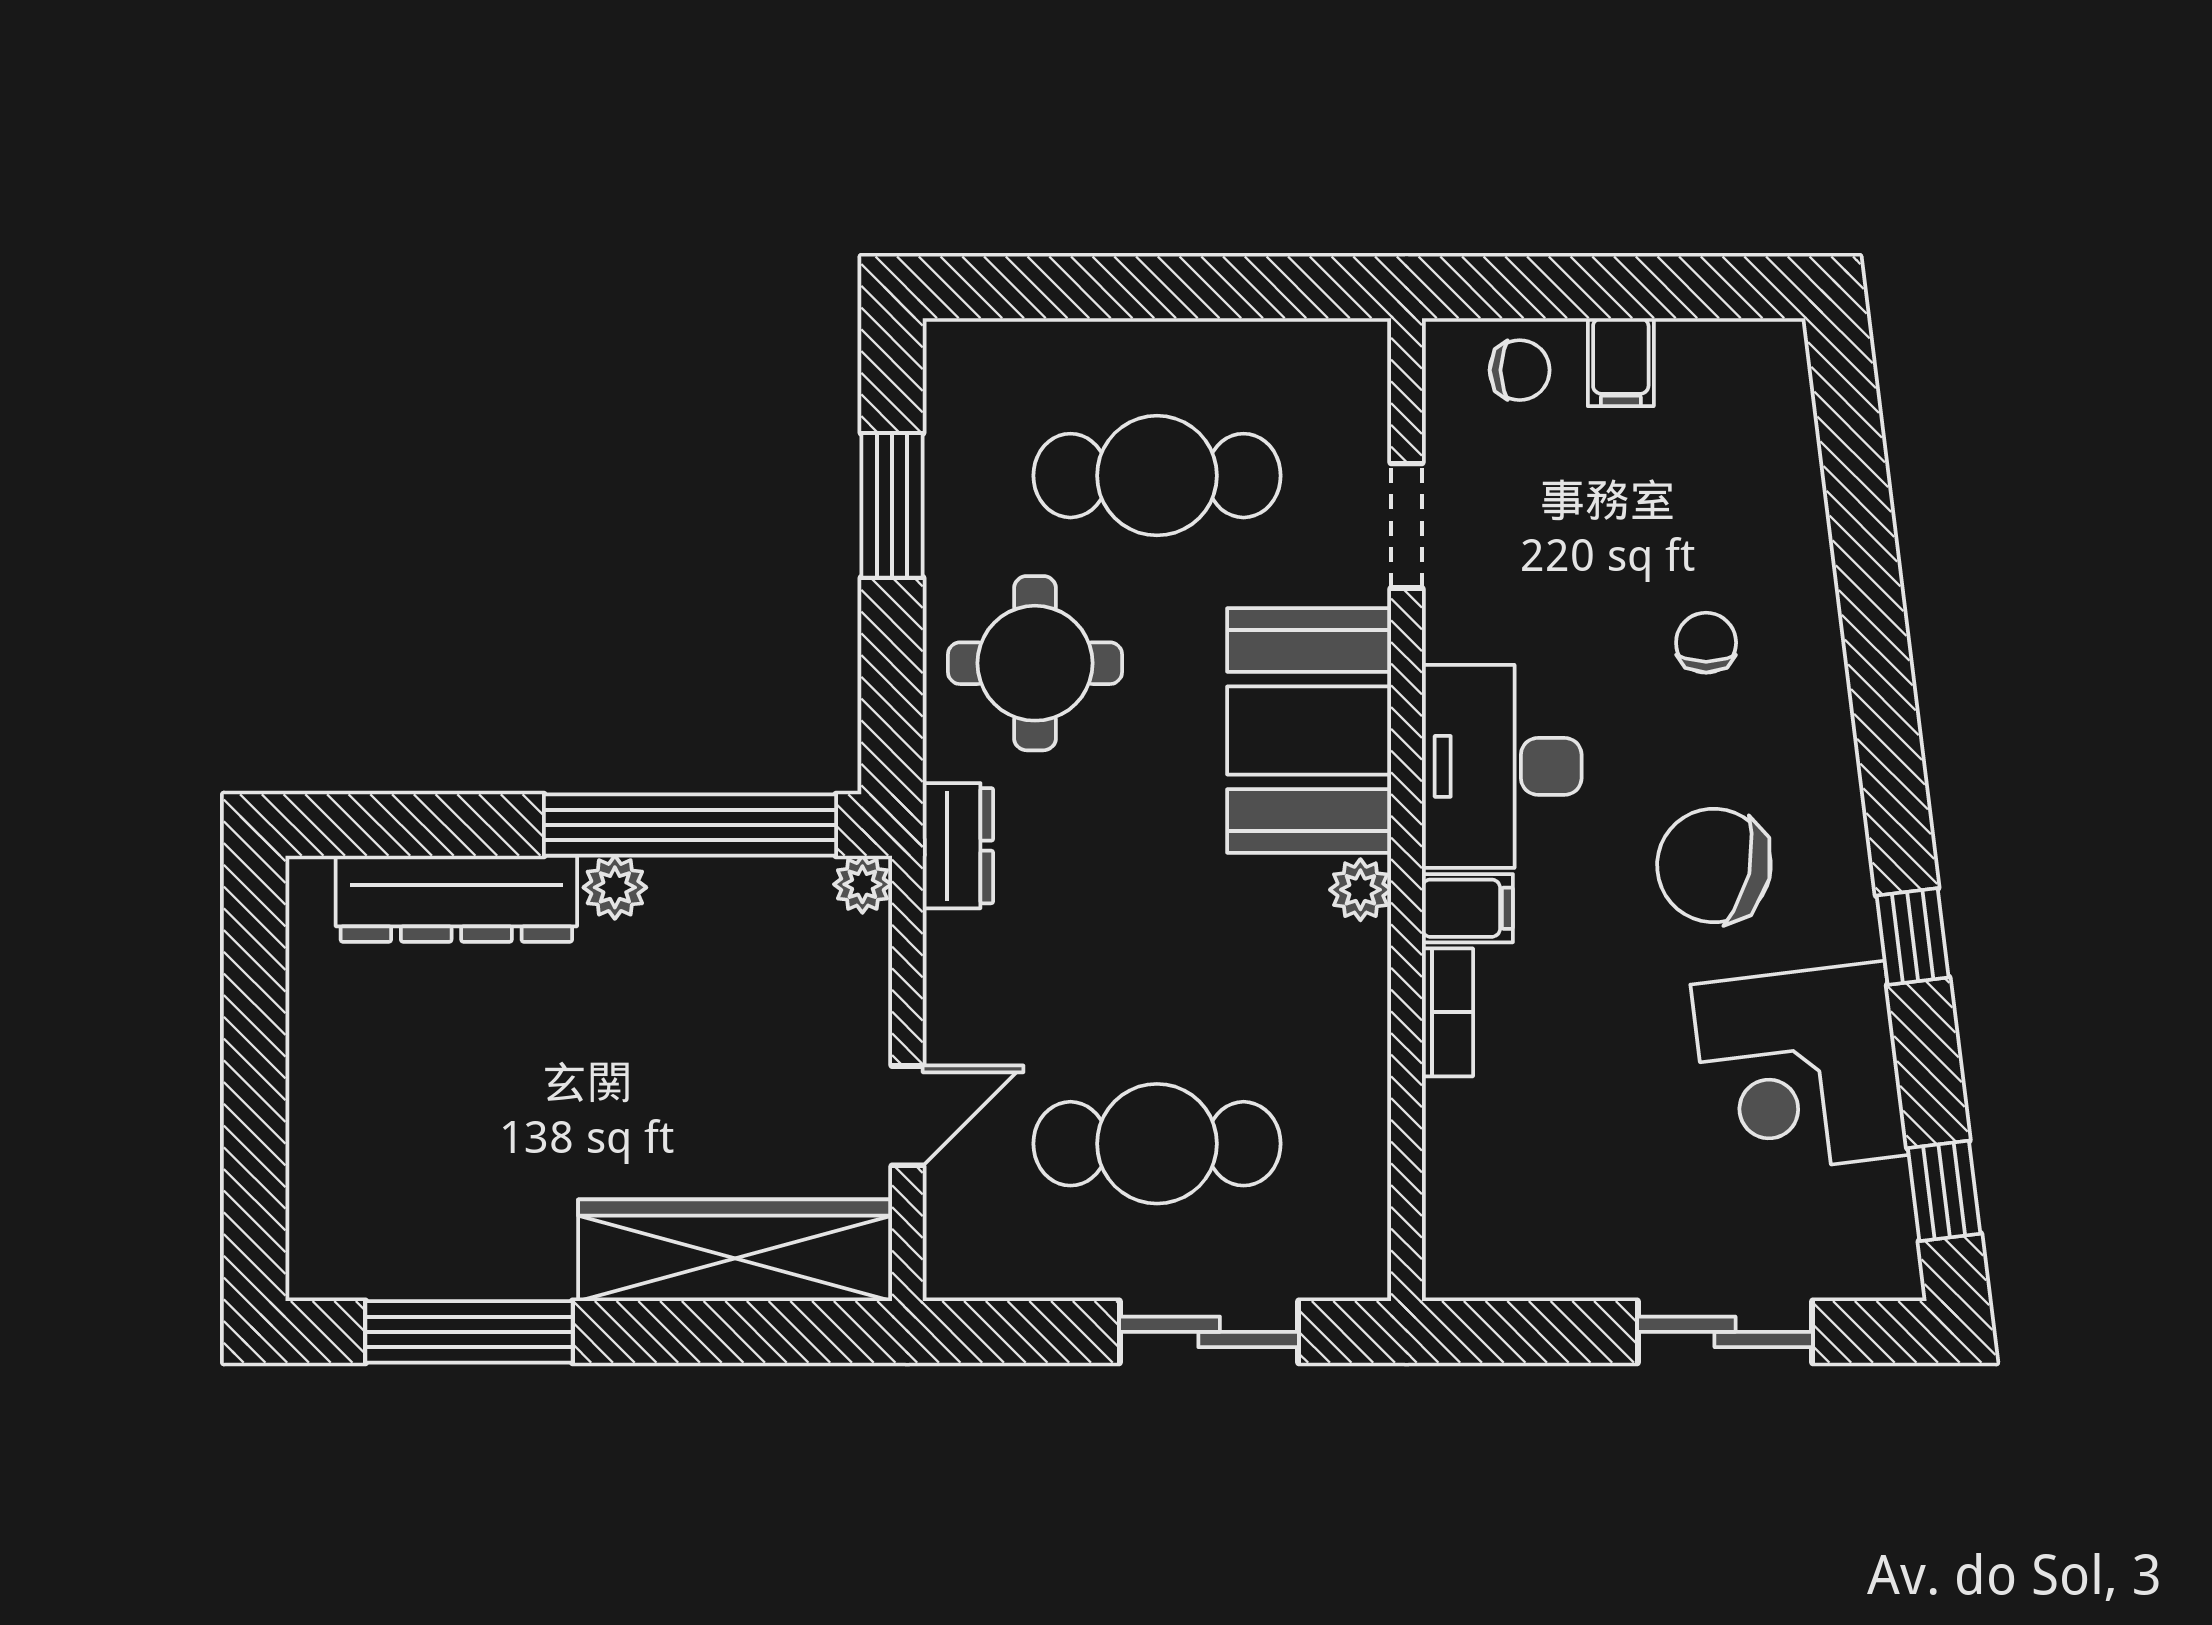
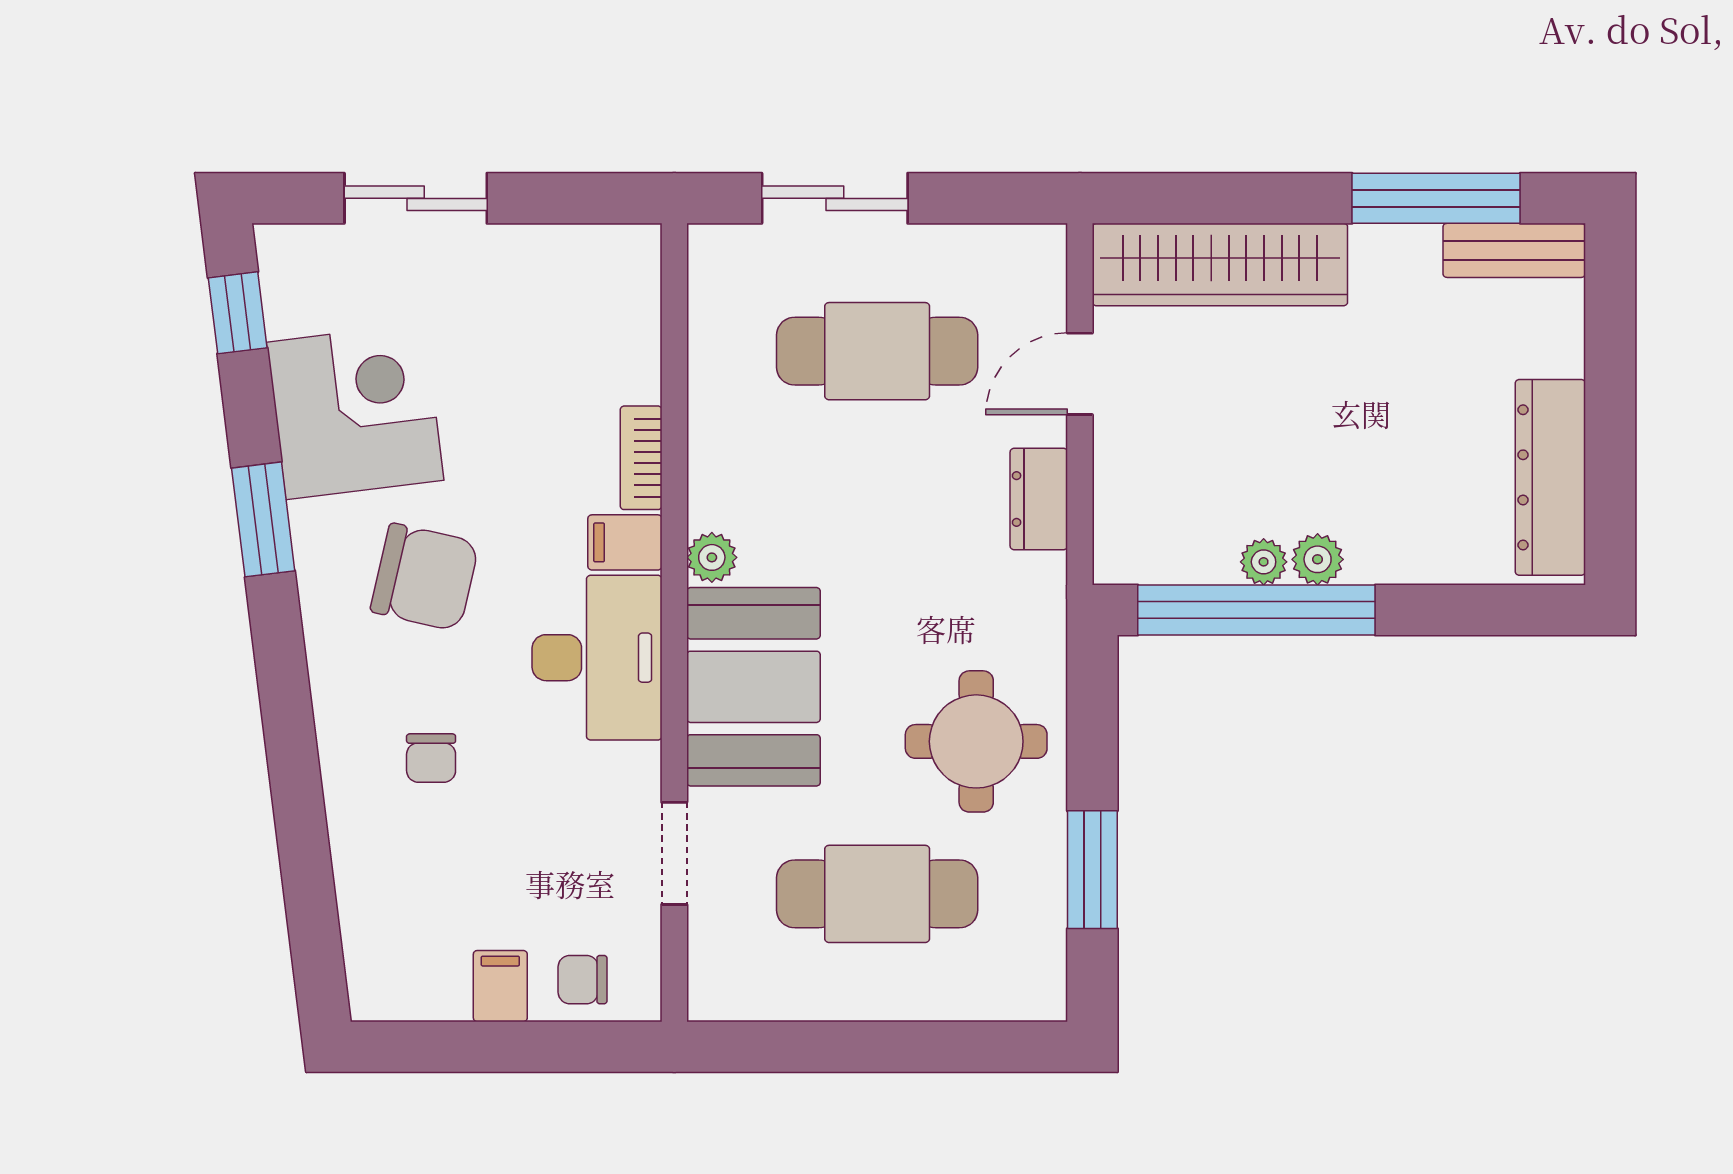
dresser: (958, 846) -> (1039, 499), moved
plant: (862, 884) -> (1264, 562), moved
dresser: (456, 899) -> (1550, 477), moved, turned -90
window: (1913, 936) -> (263, 519), width x1.50
bench: (373, 1268) -> (1514, 250), added

